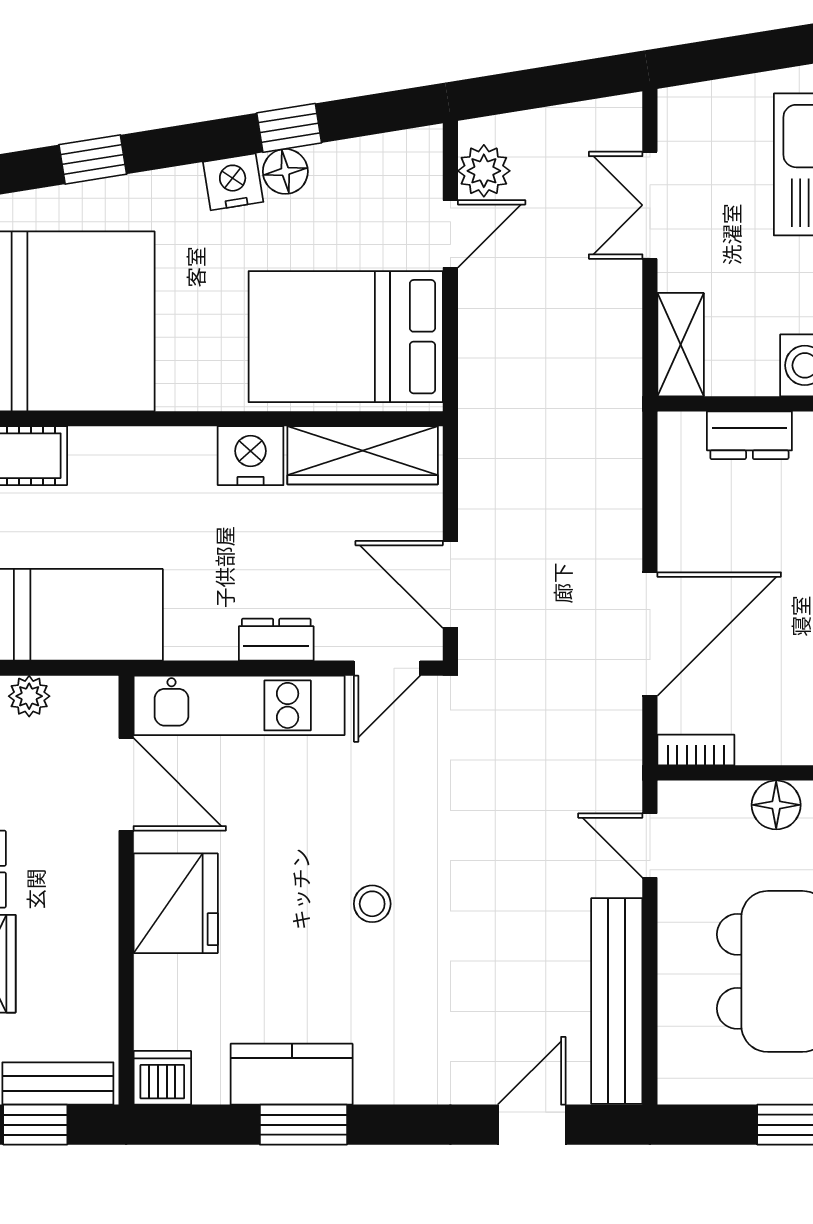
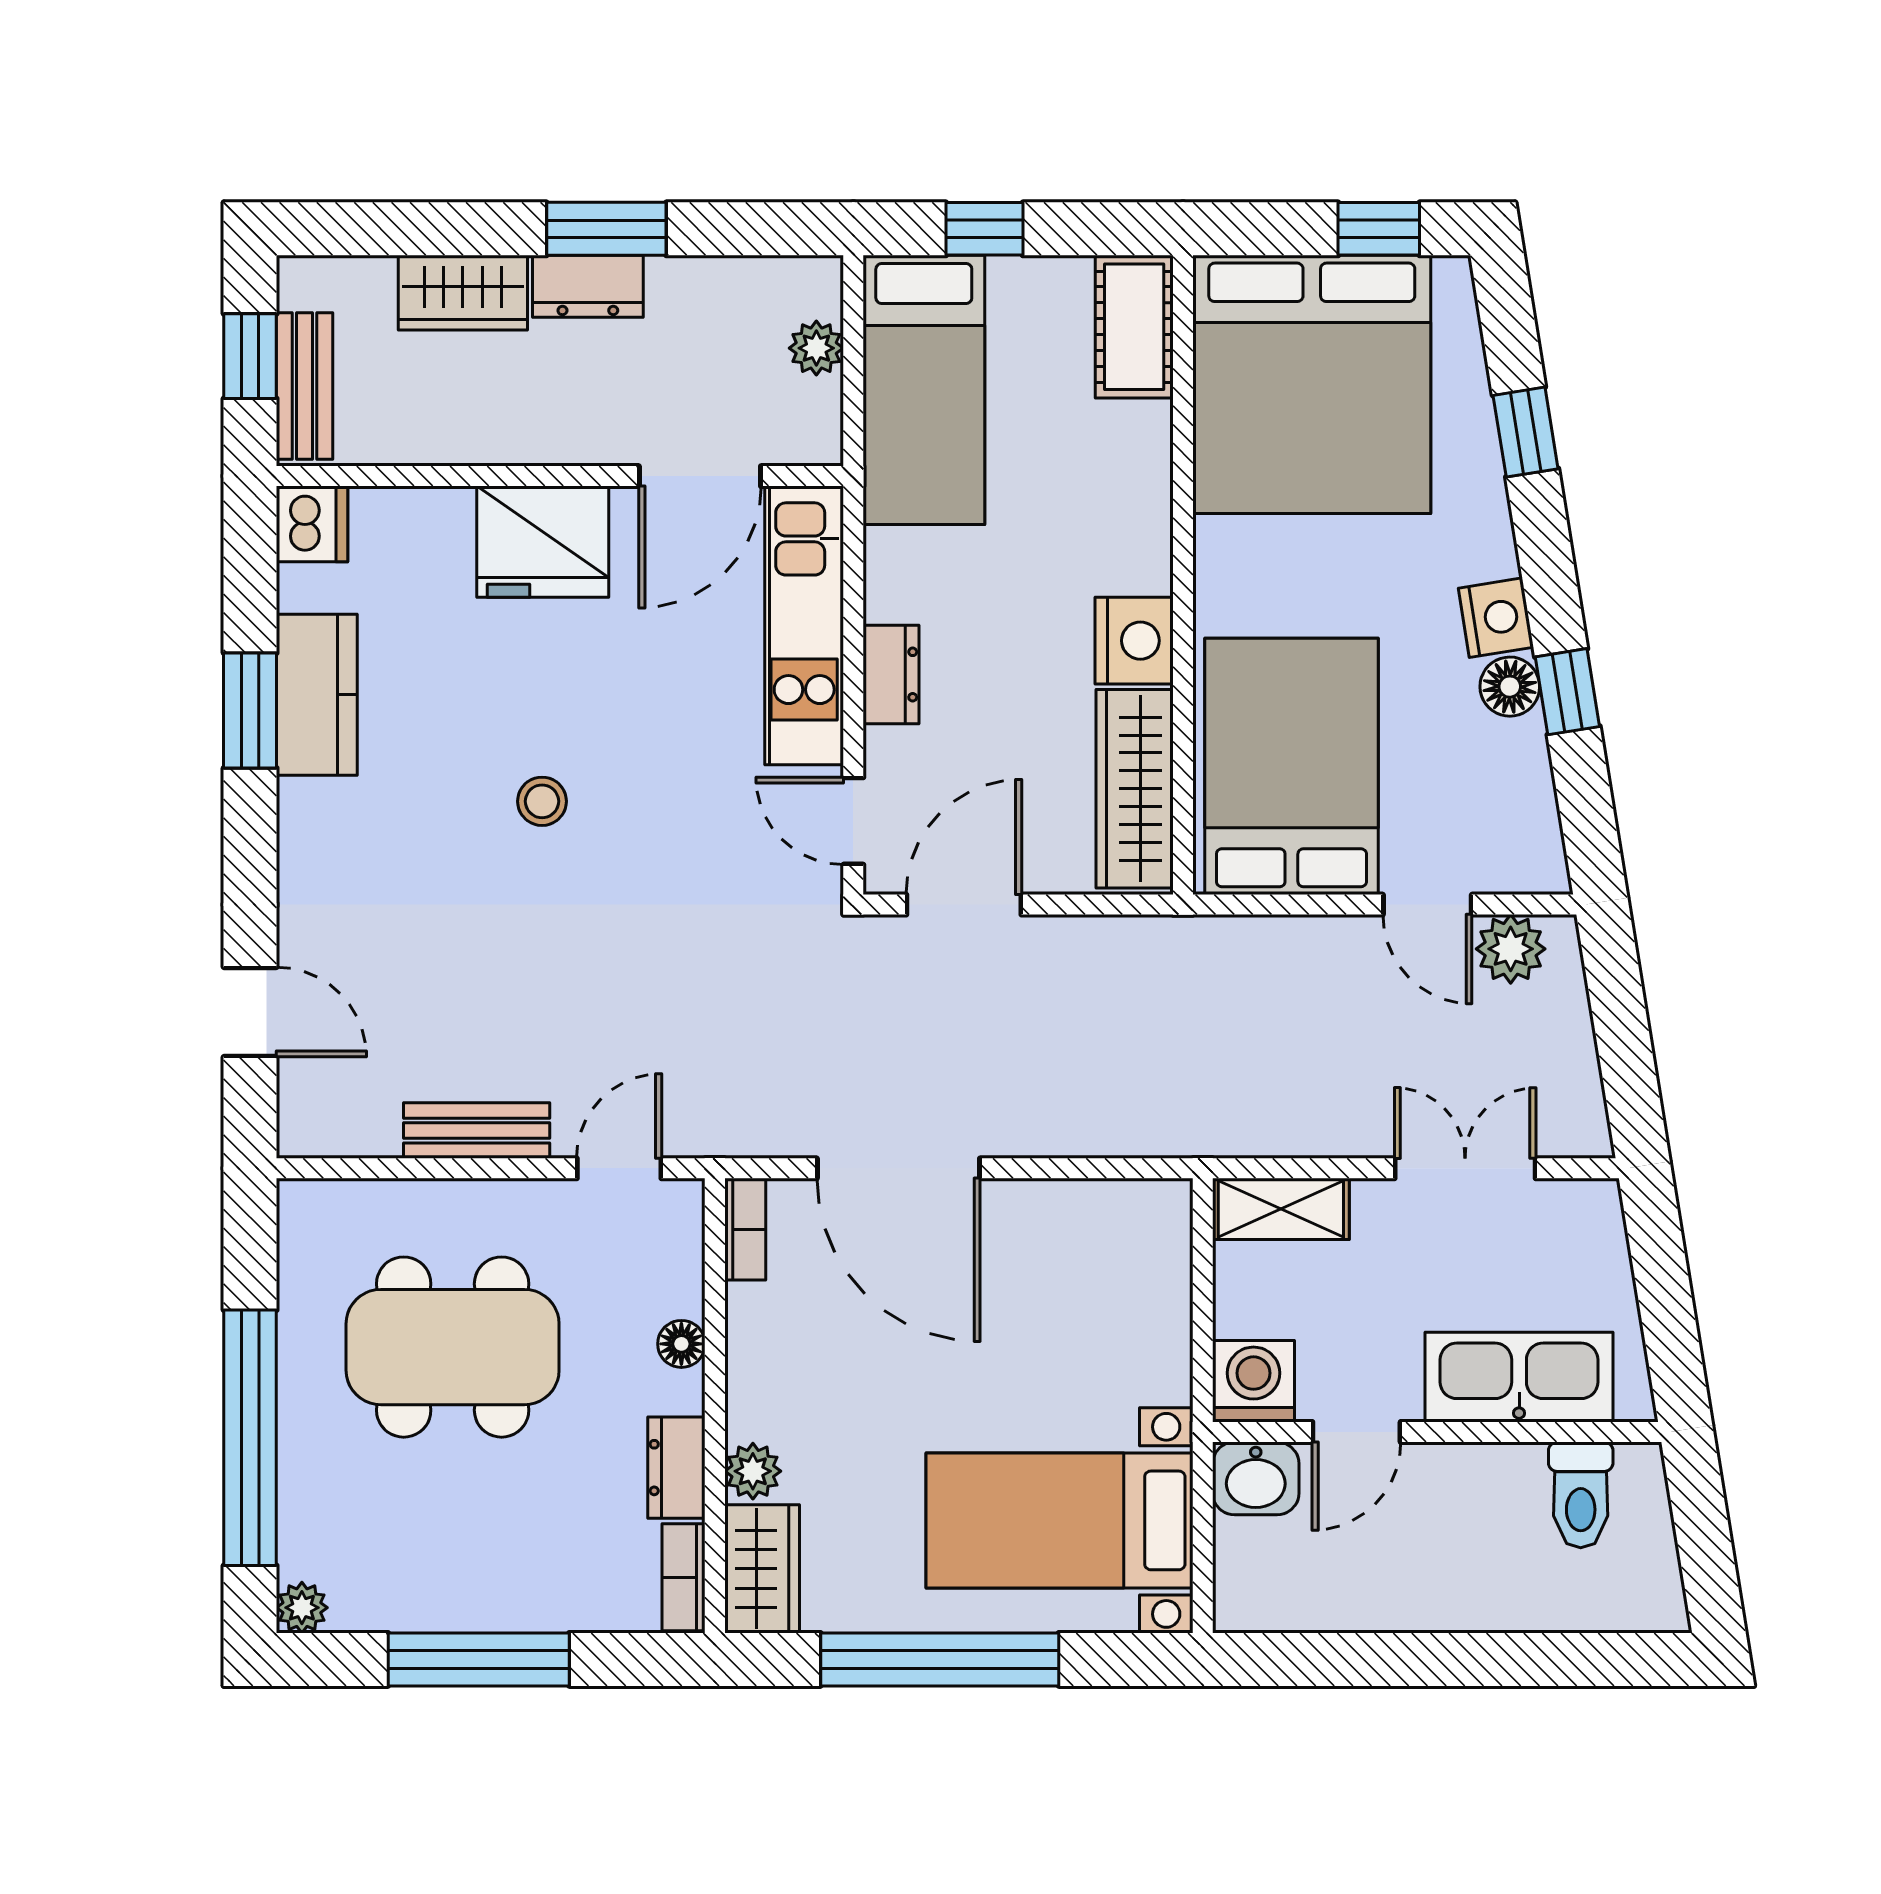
dresser: (749, 435) -> (1161, 1300), removed
floor lamp: (776, 805) -> (681, 1344), width x0.73, depth x0.73
bench: (617, 1001) -> (477, 1131), width x0.54, depth x0.82

